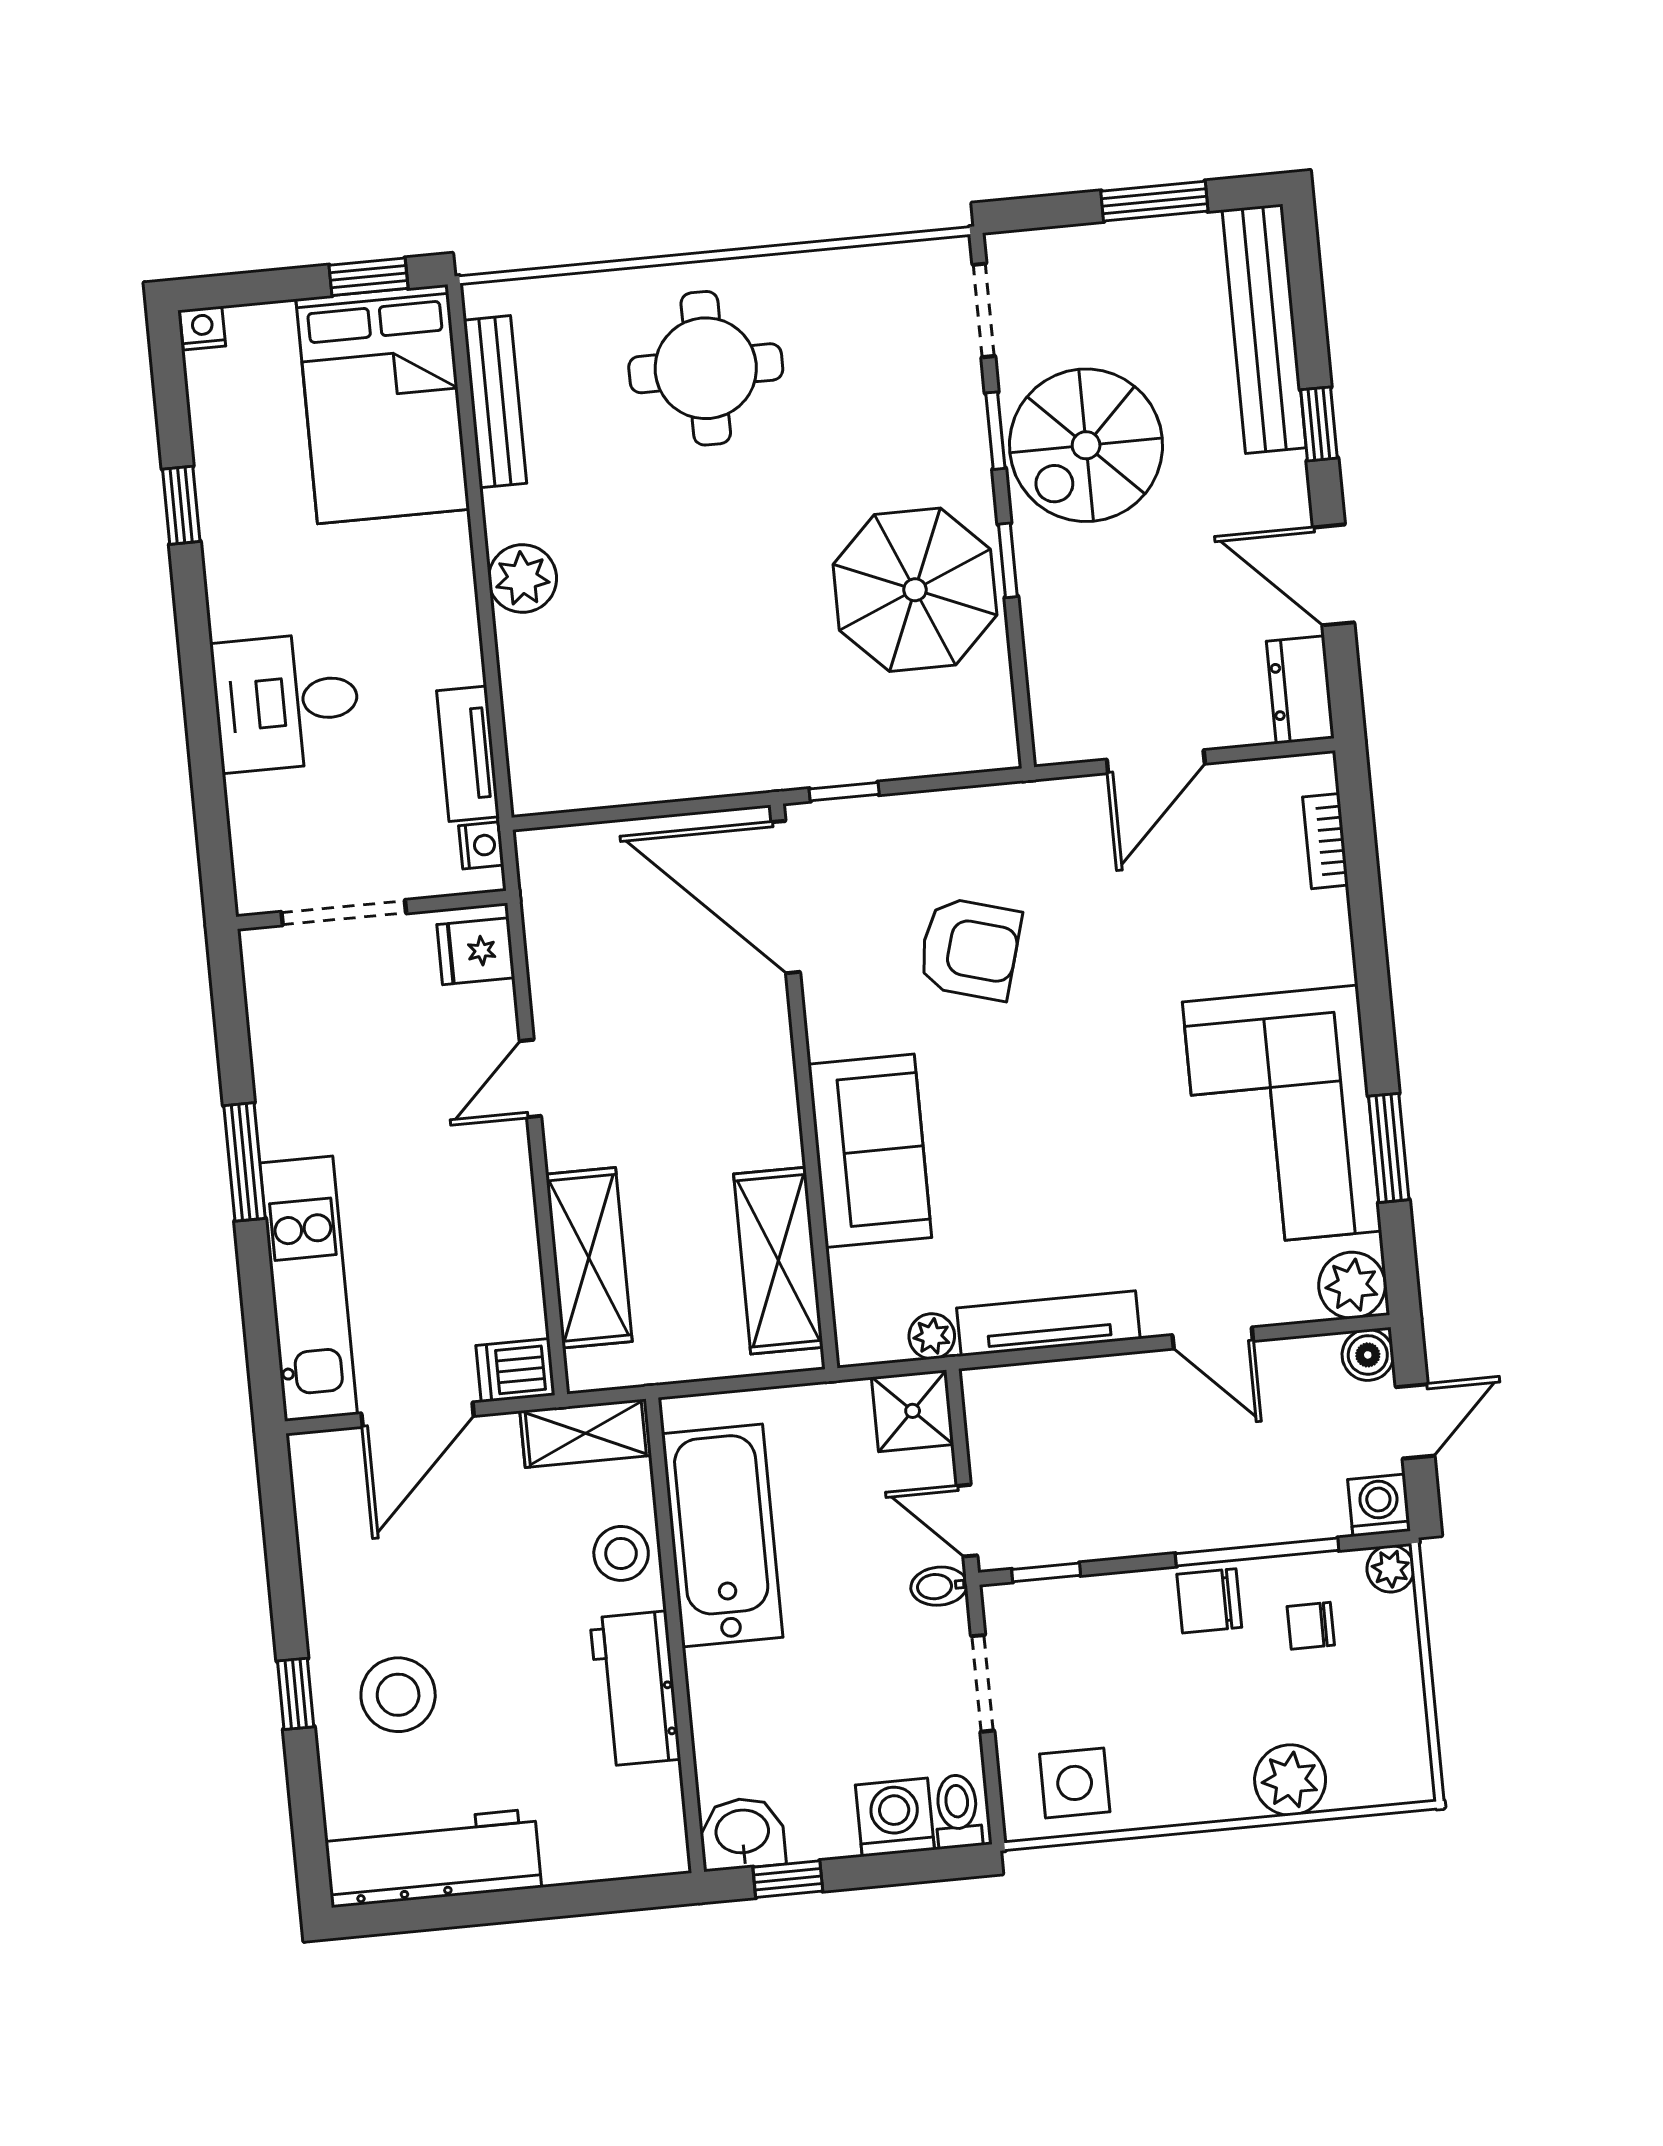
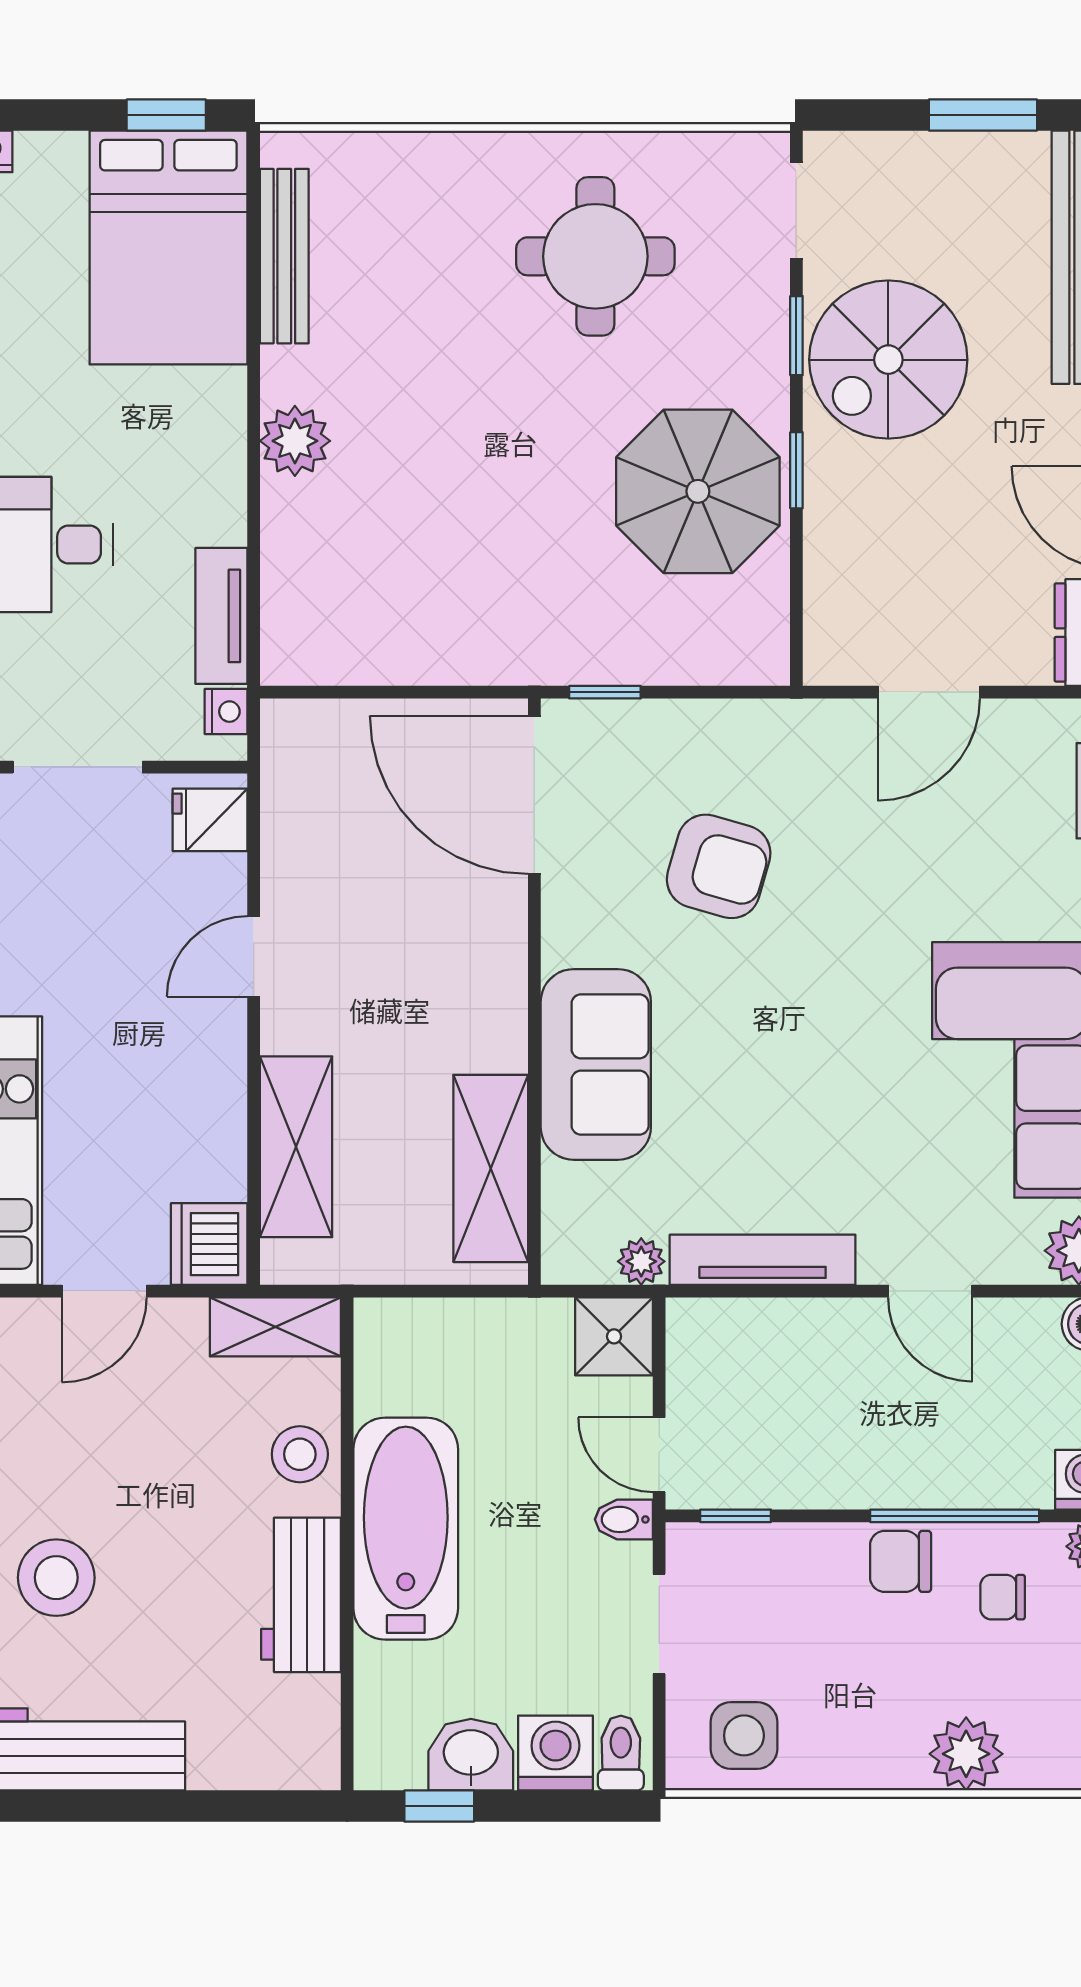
round table: (706, 368) -> (595, 256), moved
dishwasher: (515, 1370) -> (209, 1244), width x1.38
door: (418, 1415) -> (104, 1291), width x0.73
bathtub: (722, 1535) -> (406, 1529), moved
washbasin: (742, 1833) -> (471, 1755), moved

